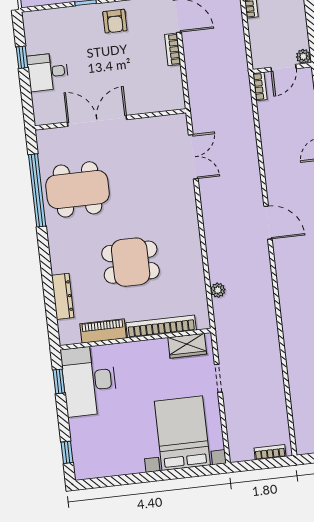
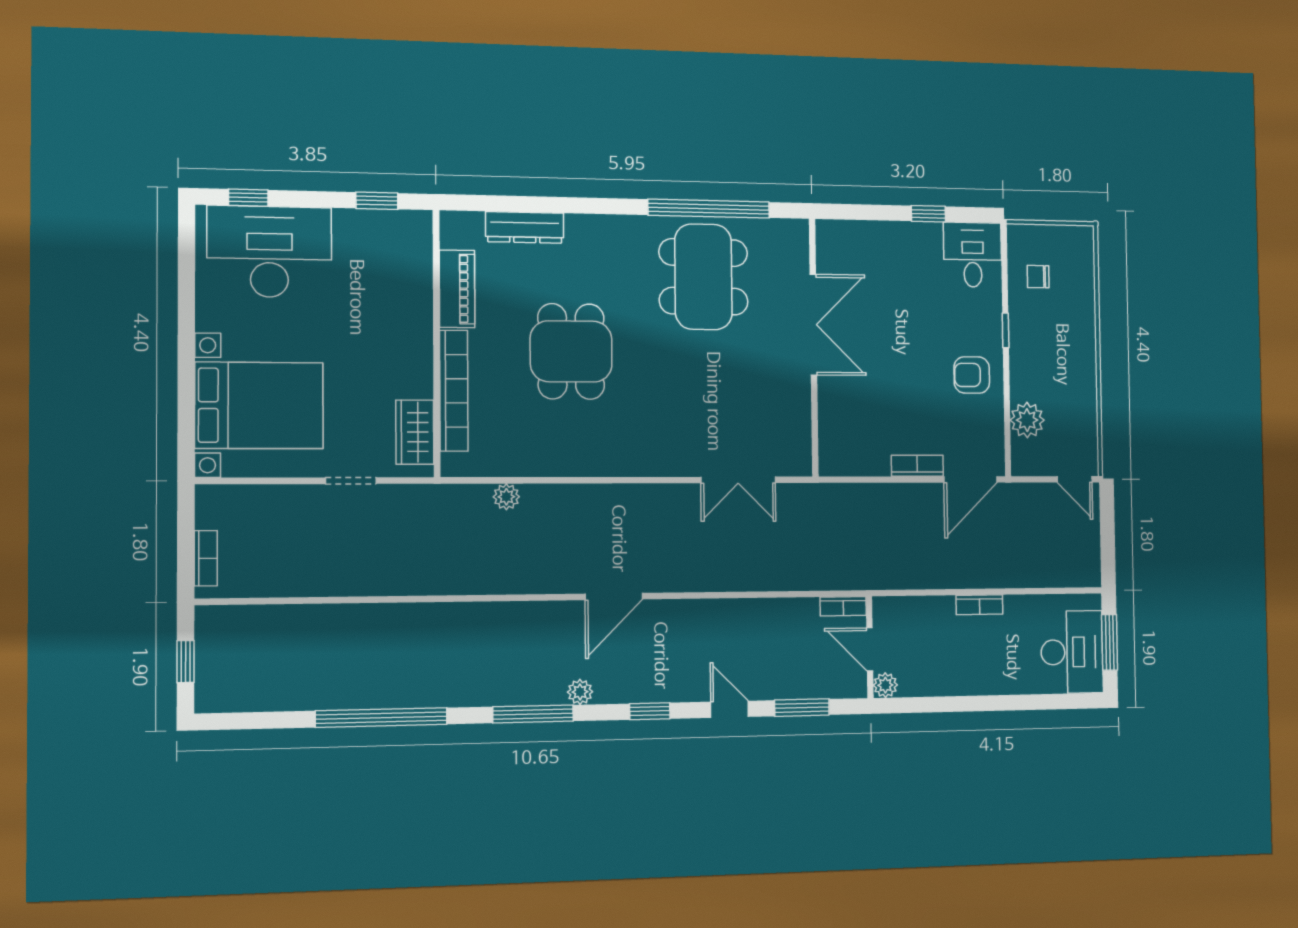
desk: (48, 72) -> (973, 255), moved
desk: (89, 381) -> (269, 252), moved

